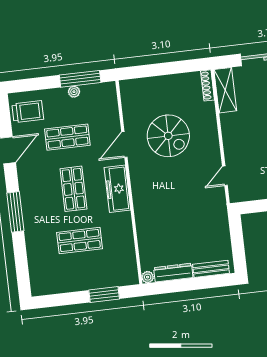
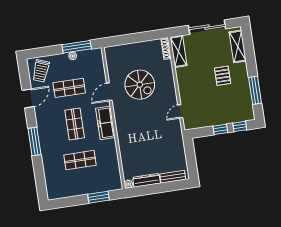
trolley: (28, 112) -> (41, 71), turned 111

